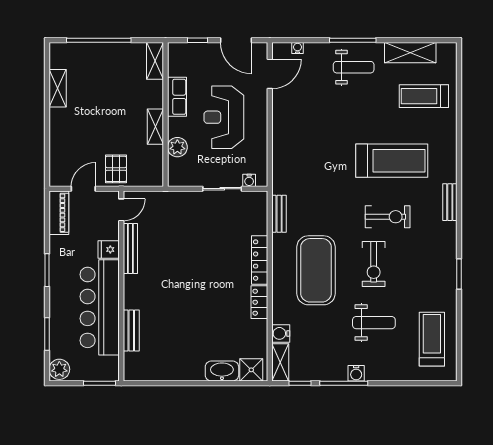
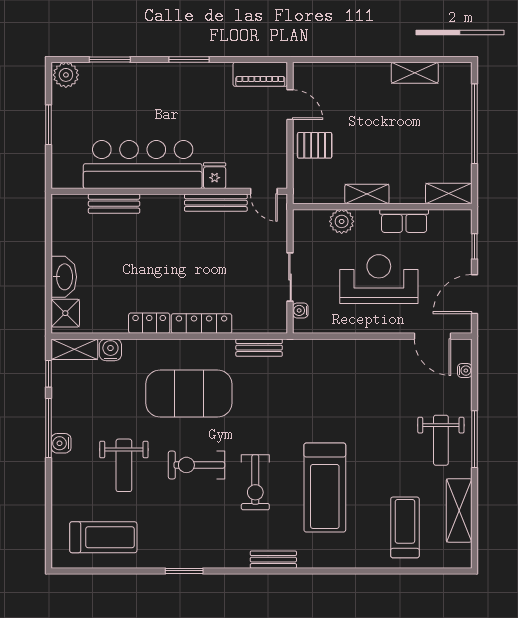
door: (121, 210) -> (264, 191), moved
fridge: (109, 249) -> (215, 176), moved
bench: (130, 249) -> (216, 203), moved
wall: (121, 286) -> (169, 191), moved
bar counter: (100, 307) -> (143, 164), moved
bench: (131, 331) -> (114, 204), moved

